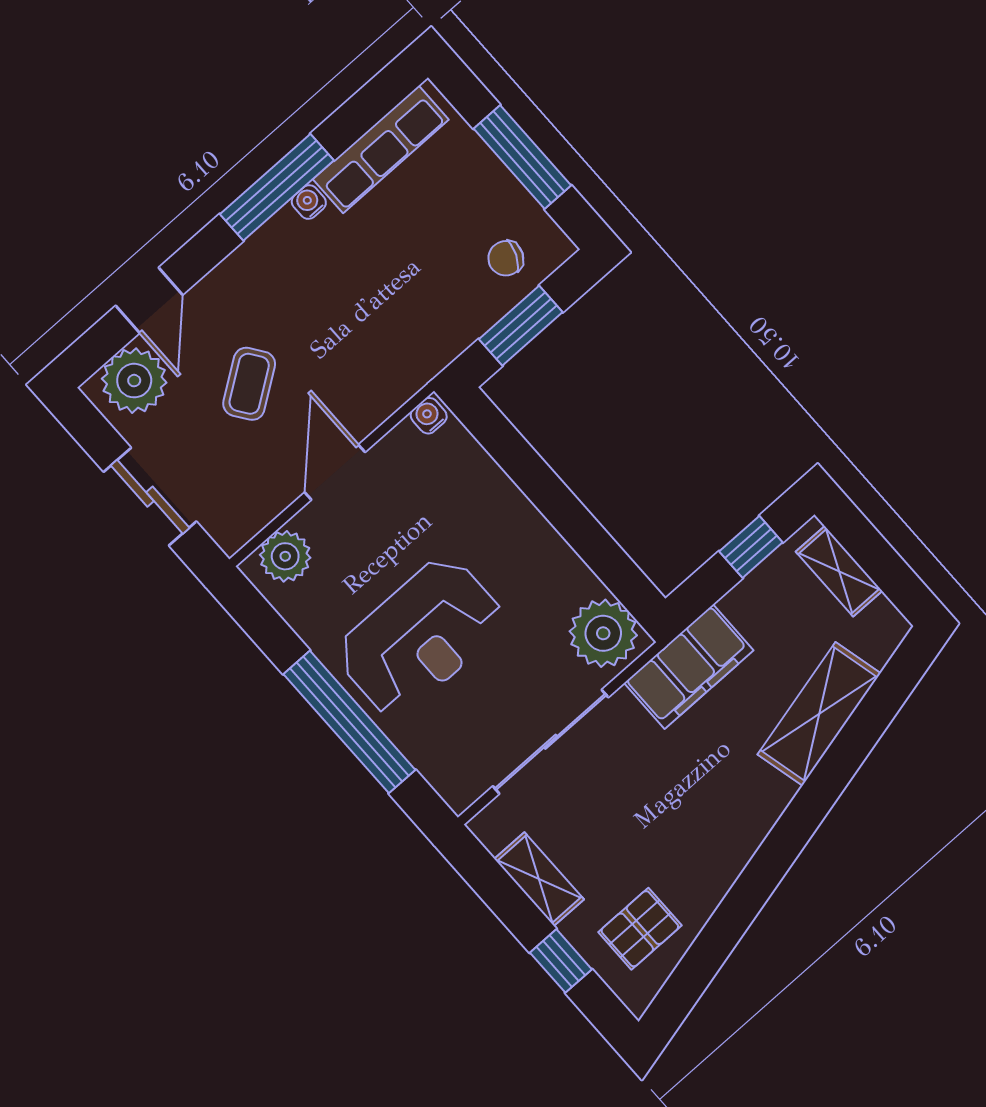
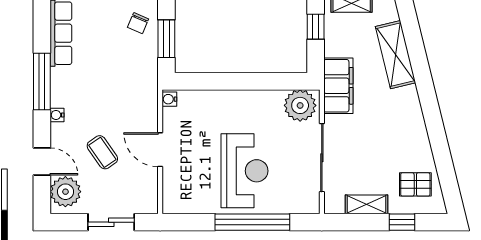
water cooler: (309, 202) -> (57, 115), moved
plant: (285, 556) -> (174, 193), removed
pallet: (640, 929) -> (415, 184), turned 90

